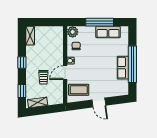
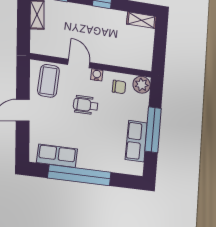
wheelchair: (90, 65) -> (86, 105), added
row of seats: (123, 68) -> (57, 156), moved
trolley: (43, 77) -> (76, 29), removed

